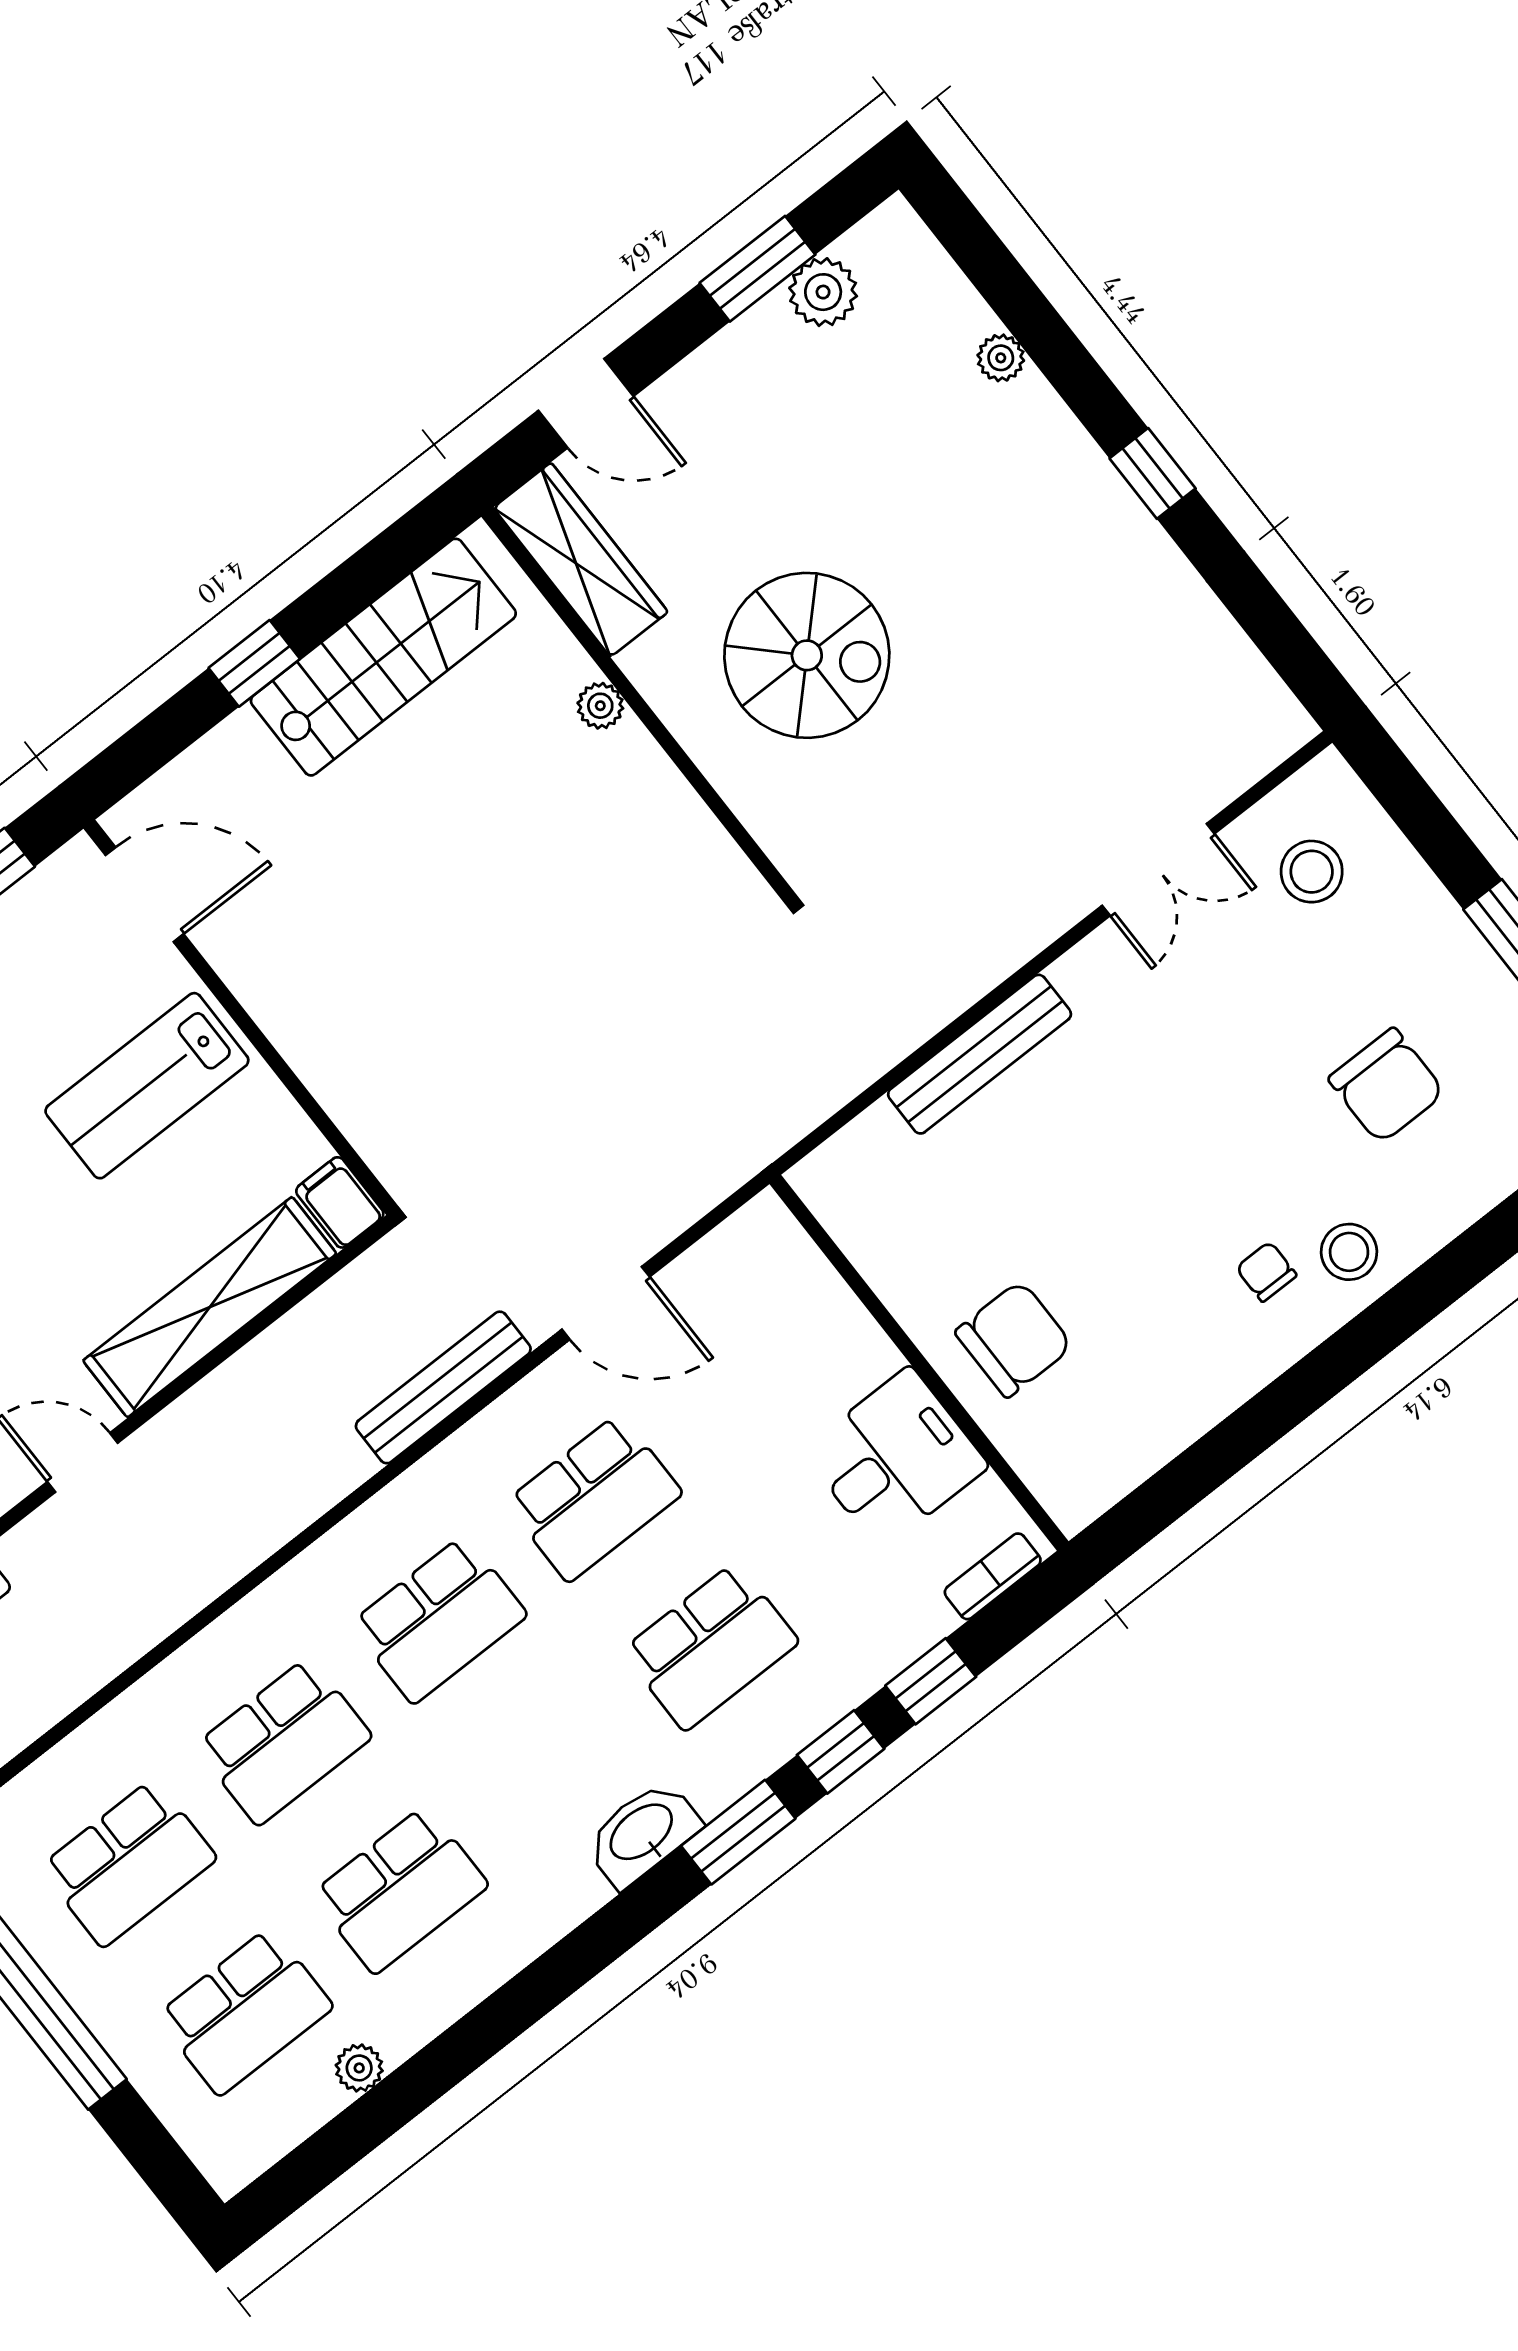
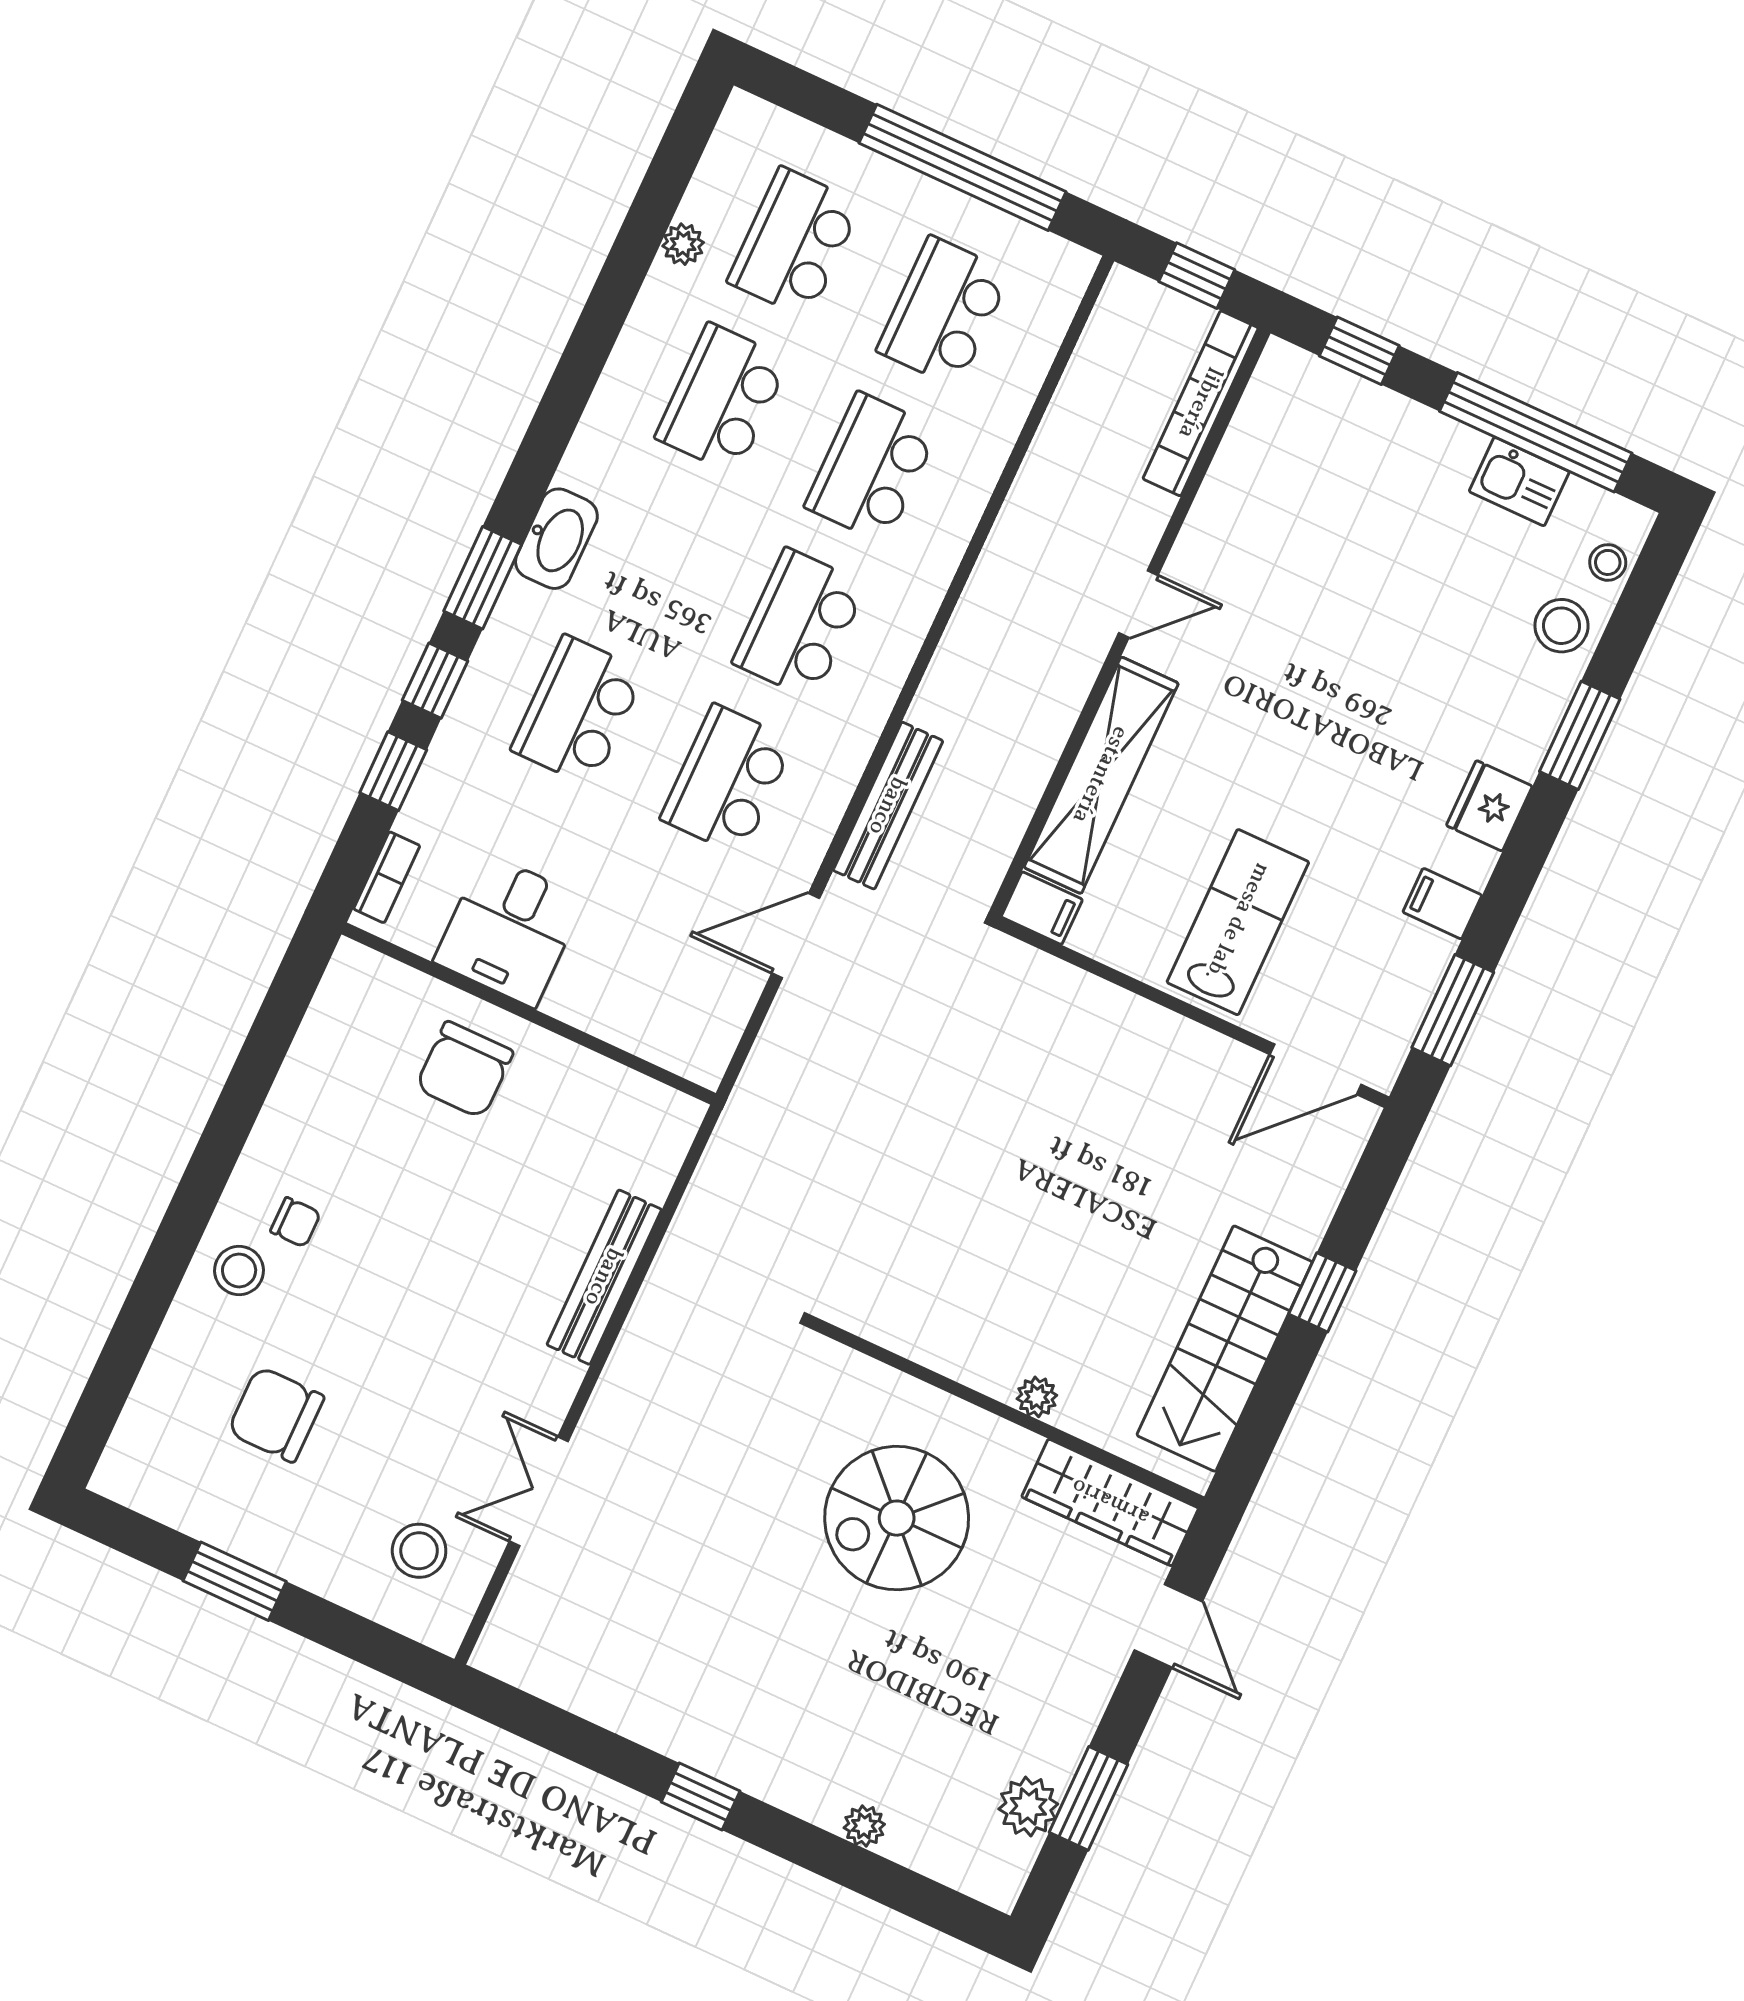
door: (586, 403) -> (1168, 1626), swing flipped

